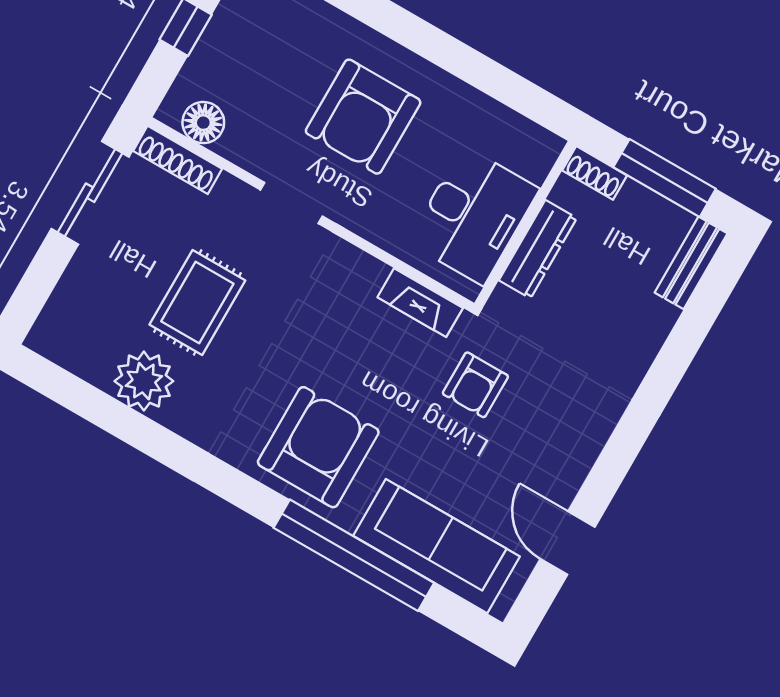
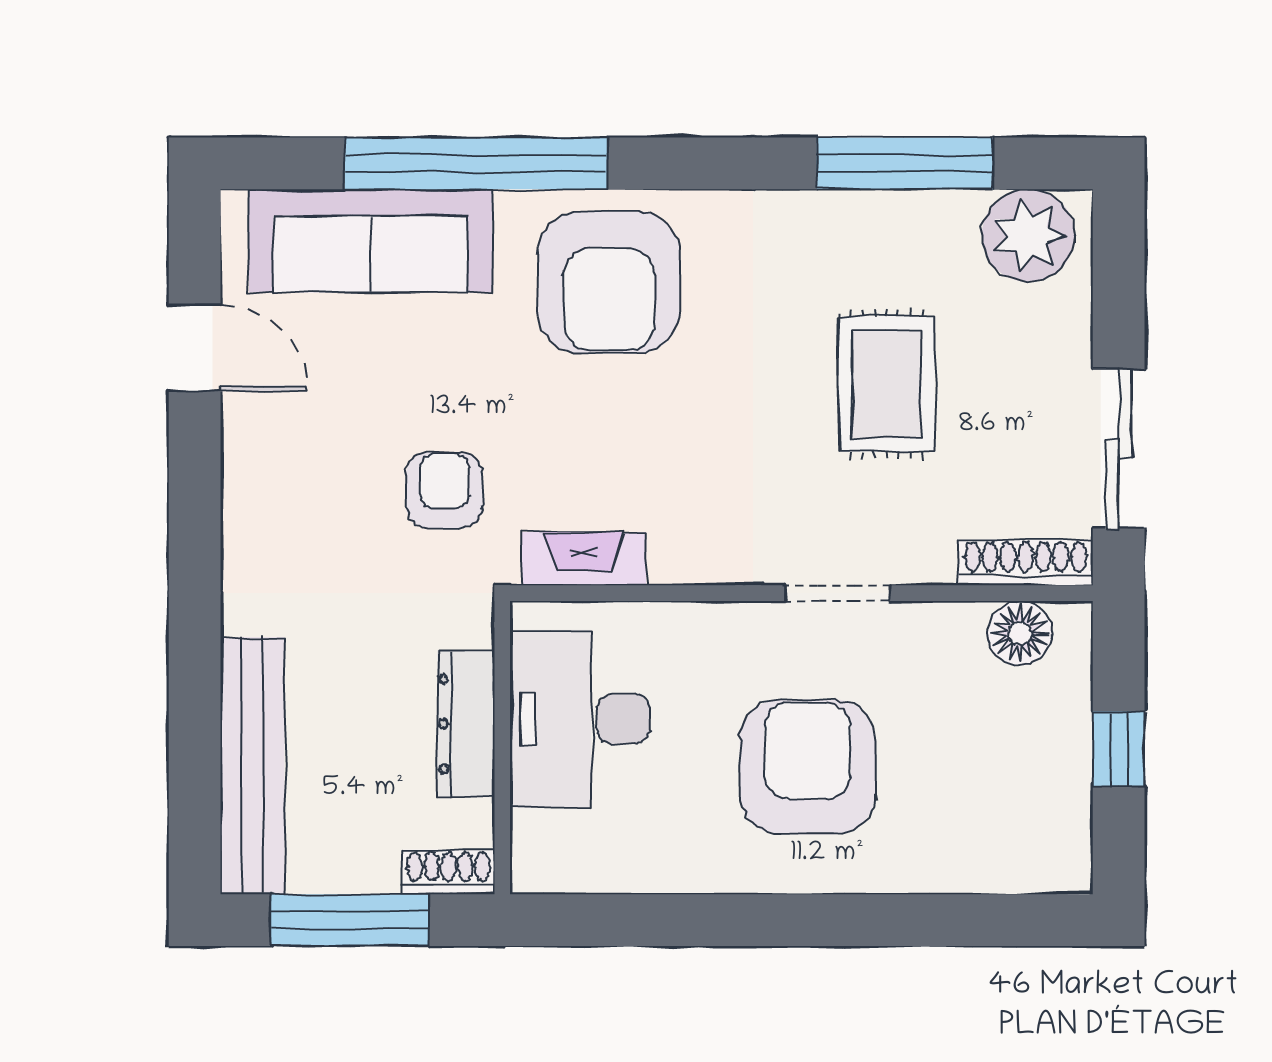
bench: (691, 263) -> (252, 766), width x1.86, depth x1.21
plant: (144, 381) -> (1028, 235), moved
window: (117, 419) -> (905, 163), added

